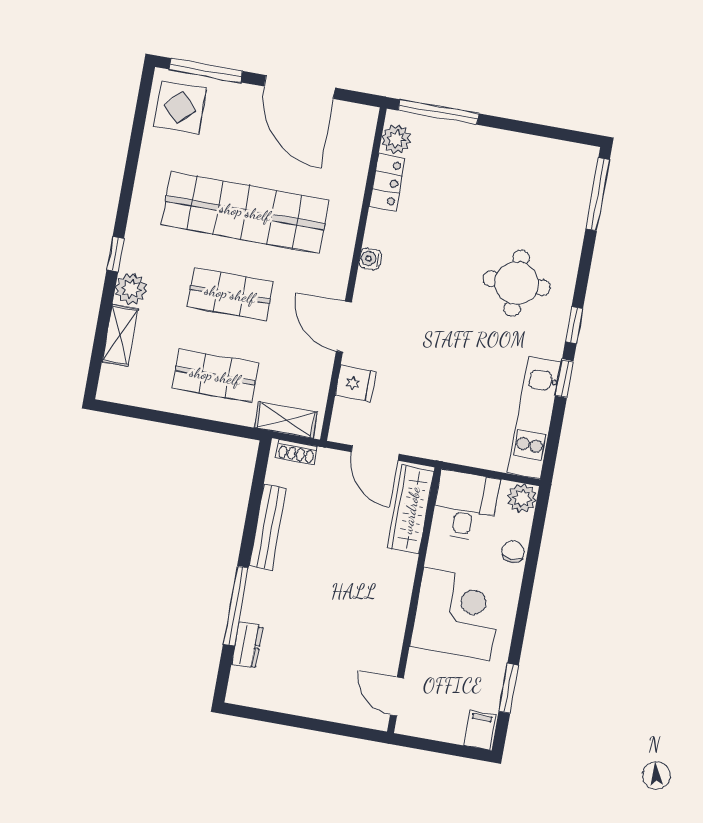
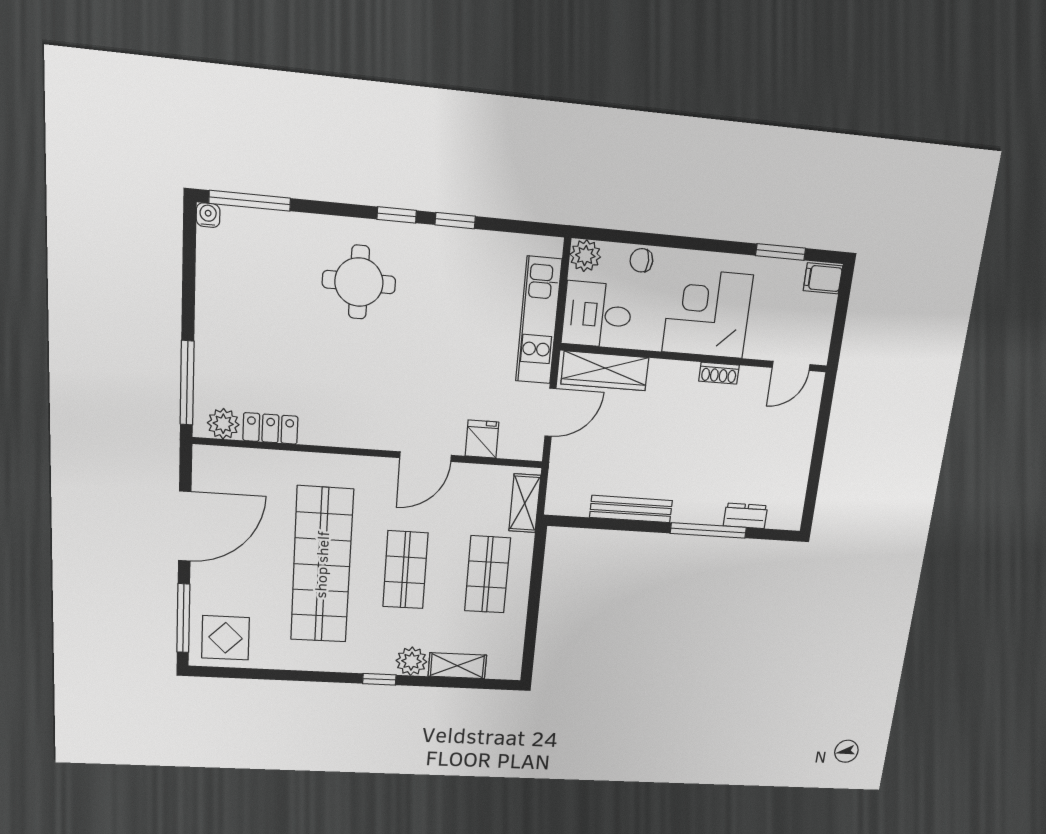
water cooler: (370, 259) -> (208, 215), moved, turned 180
kitchen unit: (534, 418) -> (539, 320), moved, turned 90
shoe rack: (296, 452) -> (719, 373), moved, turned 90

